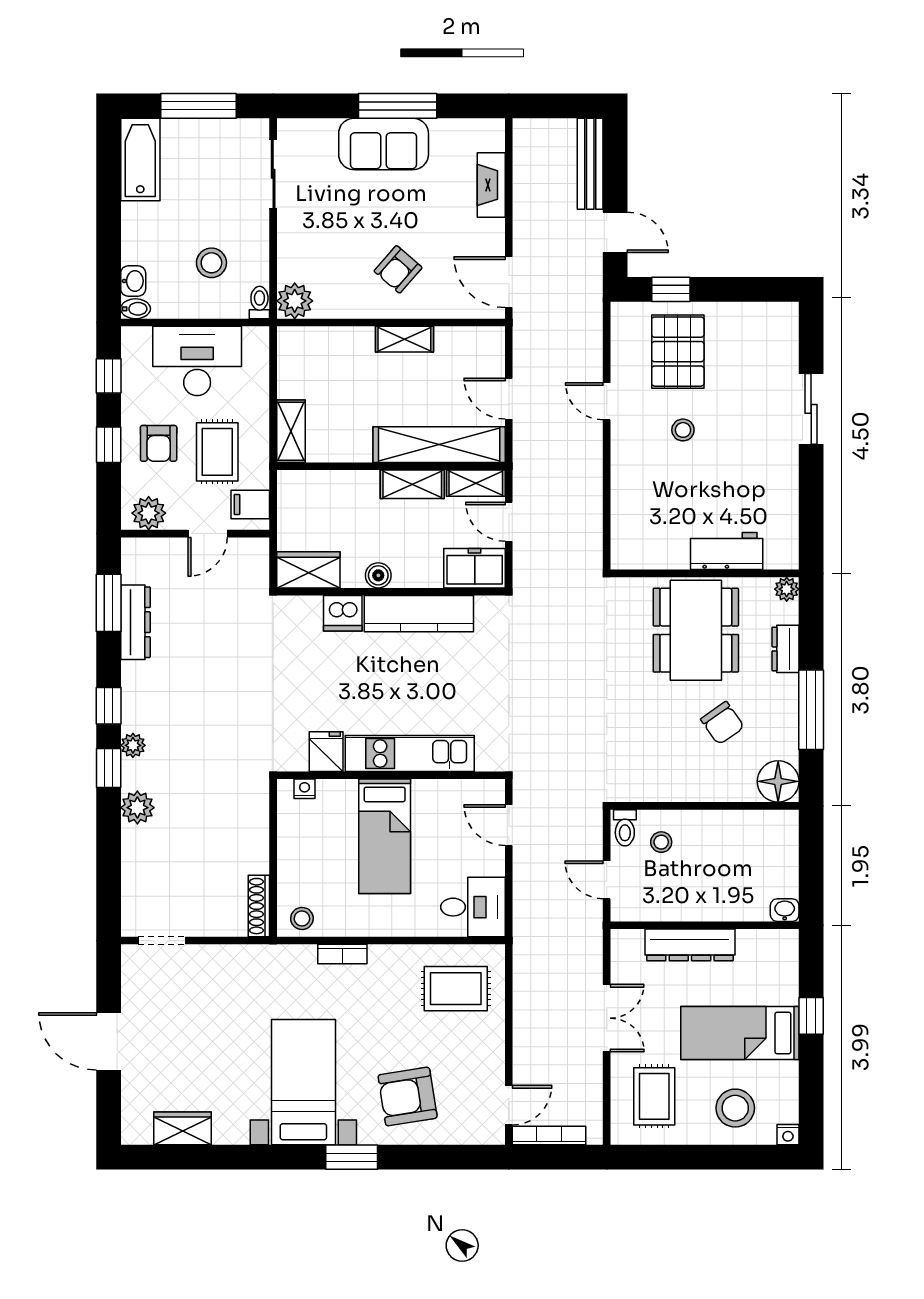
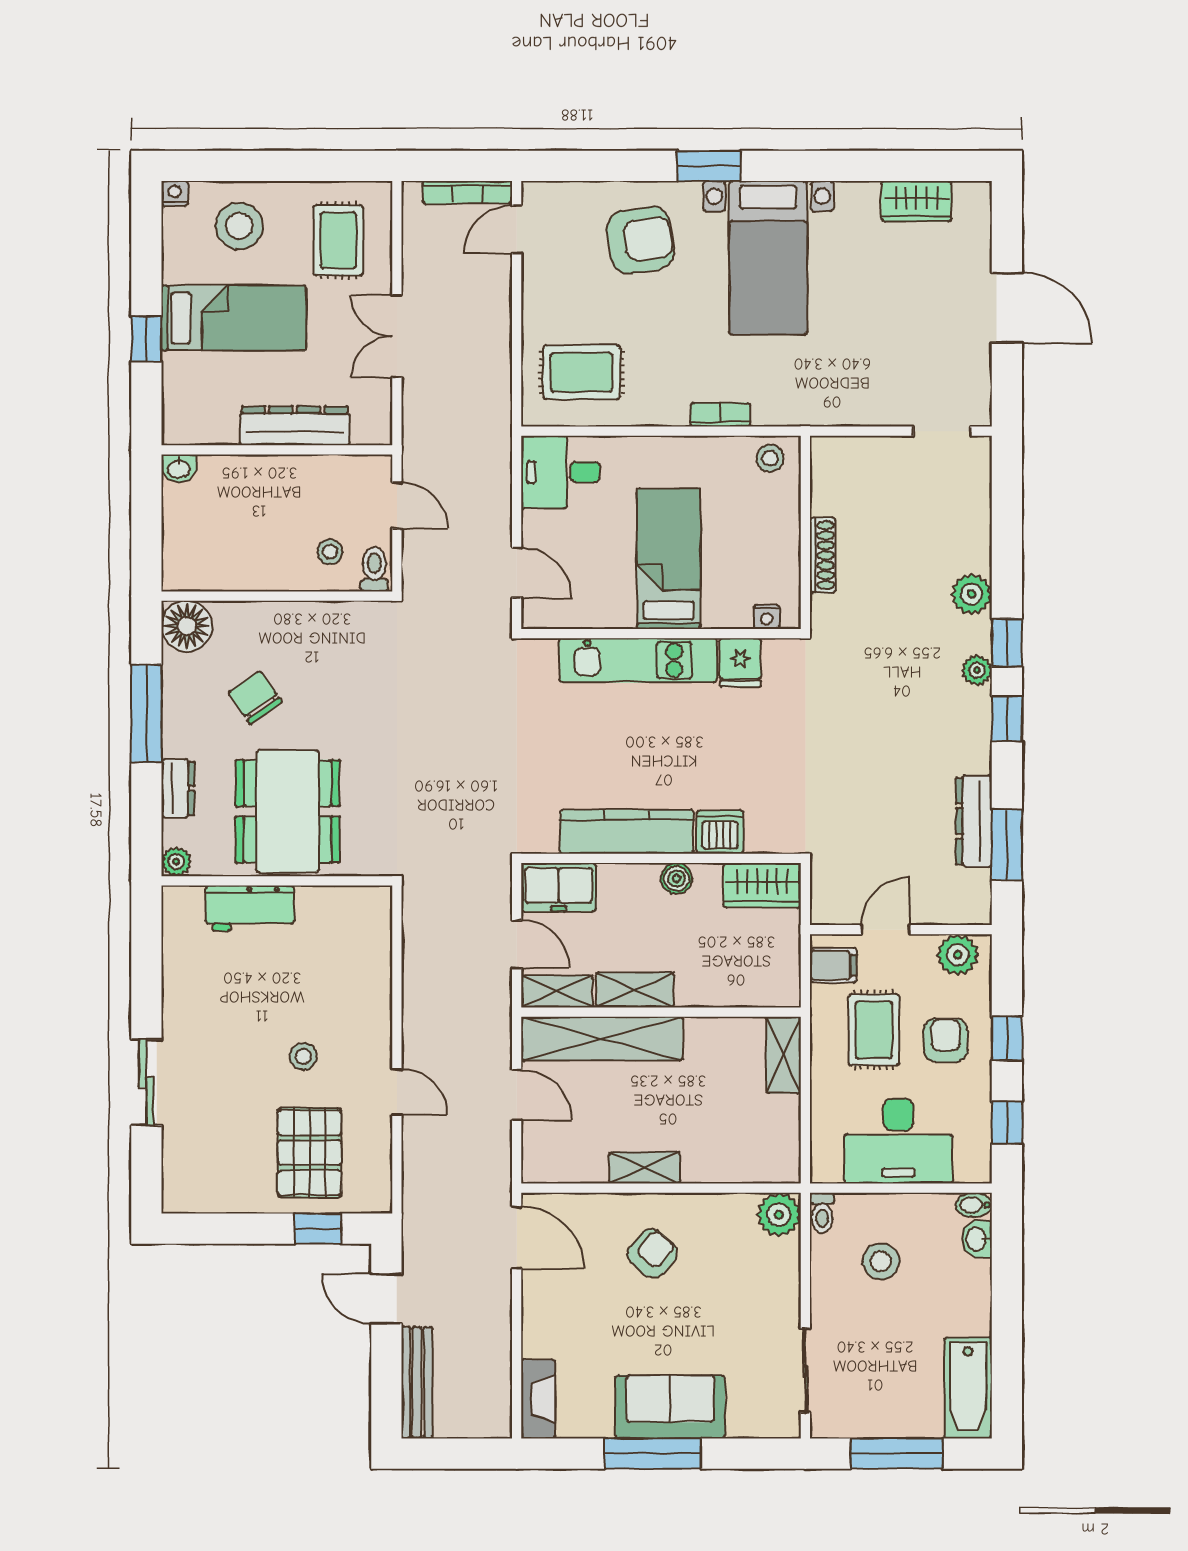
fireplace: (491, 185) -> (538, 1399), moved
shoe rack: (259, 906) -> (823, 555), moved

